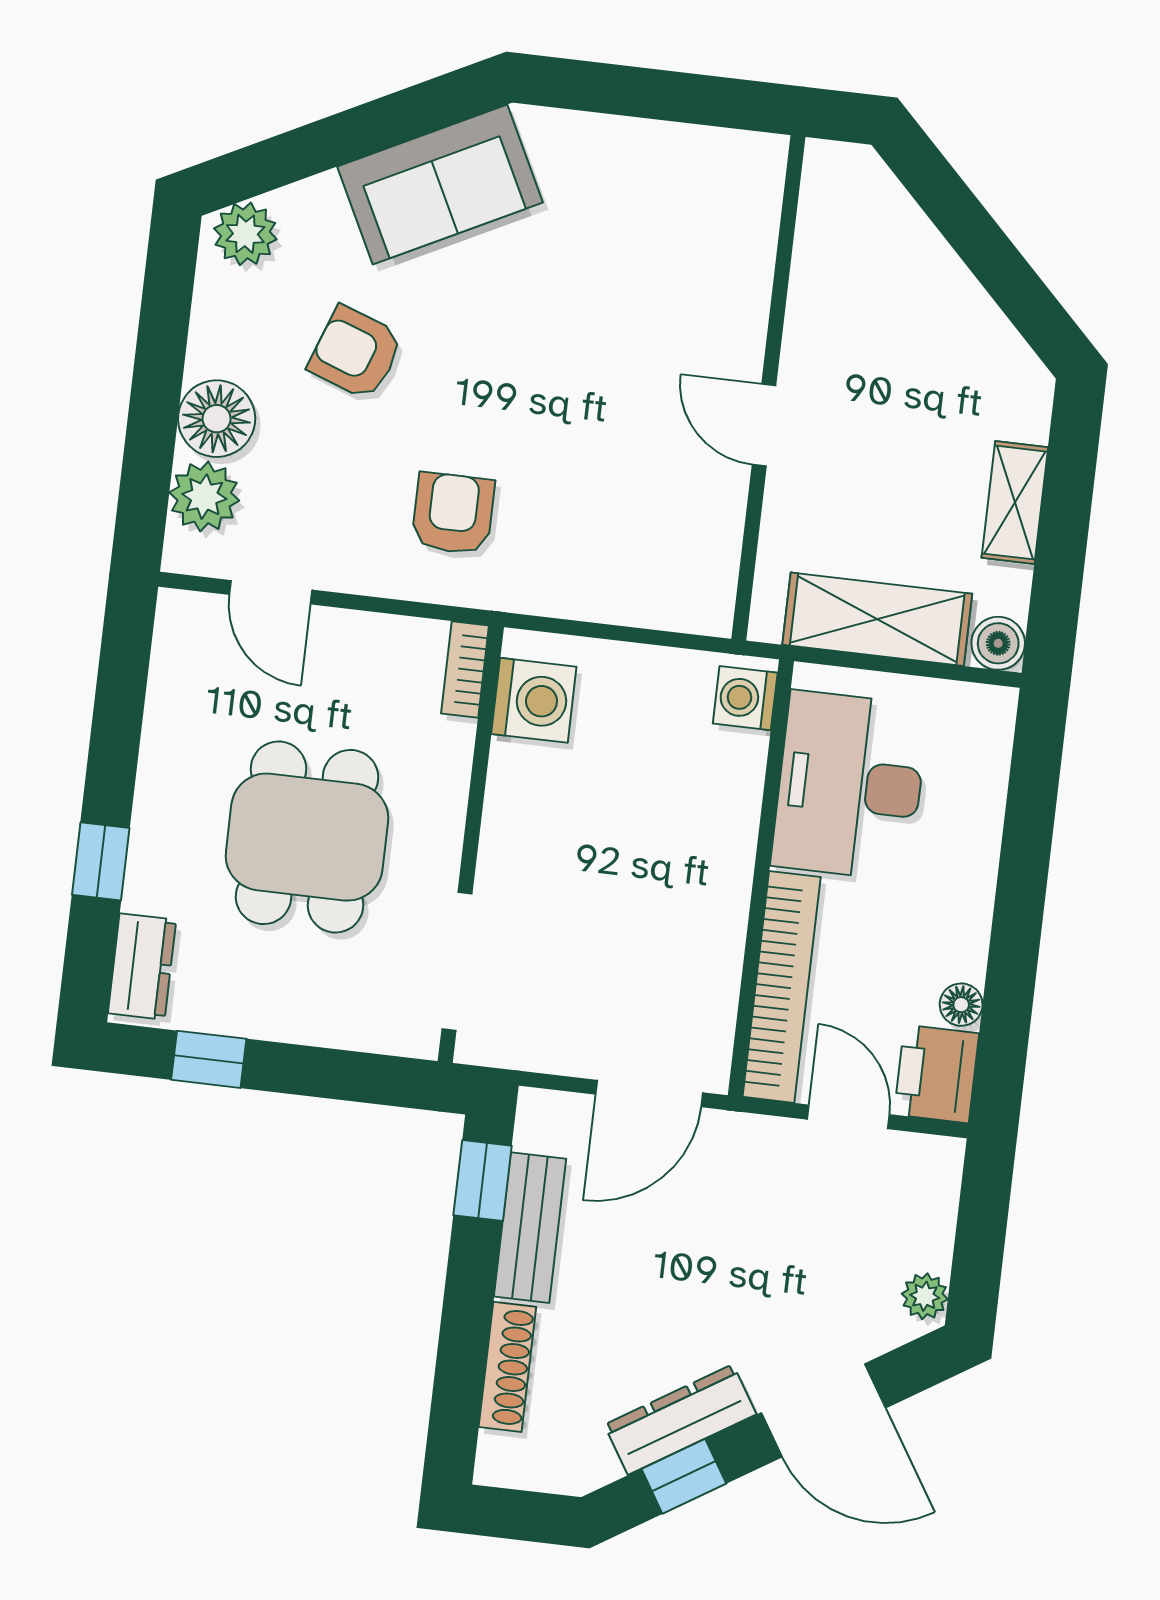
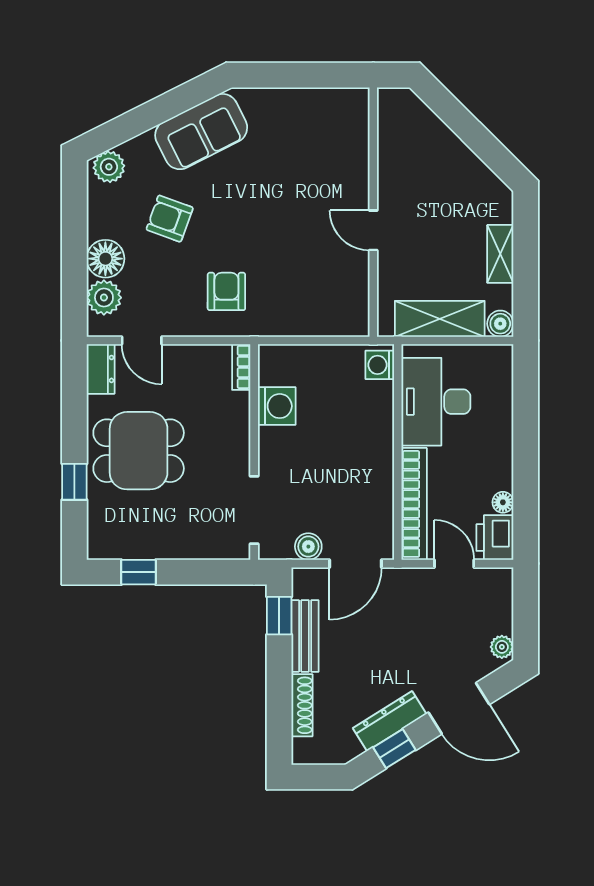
washing machine: (534, 700) -> (277, 406), moved
dining table: (307, 837) -> (139, 451), moved, turned 90
dresser: (142, 967) -> (101, 369), moved
boiler: (558, 1048) -> (308, 547), added

